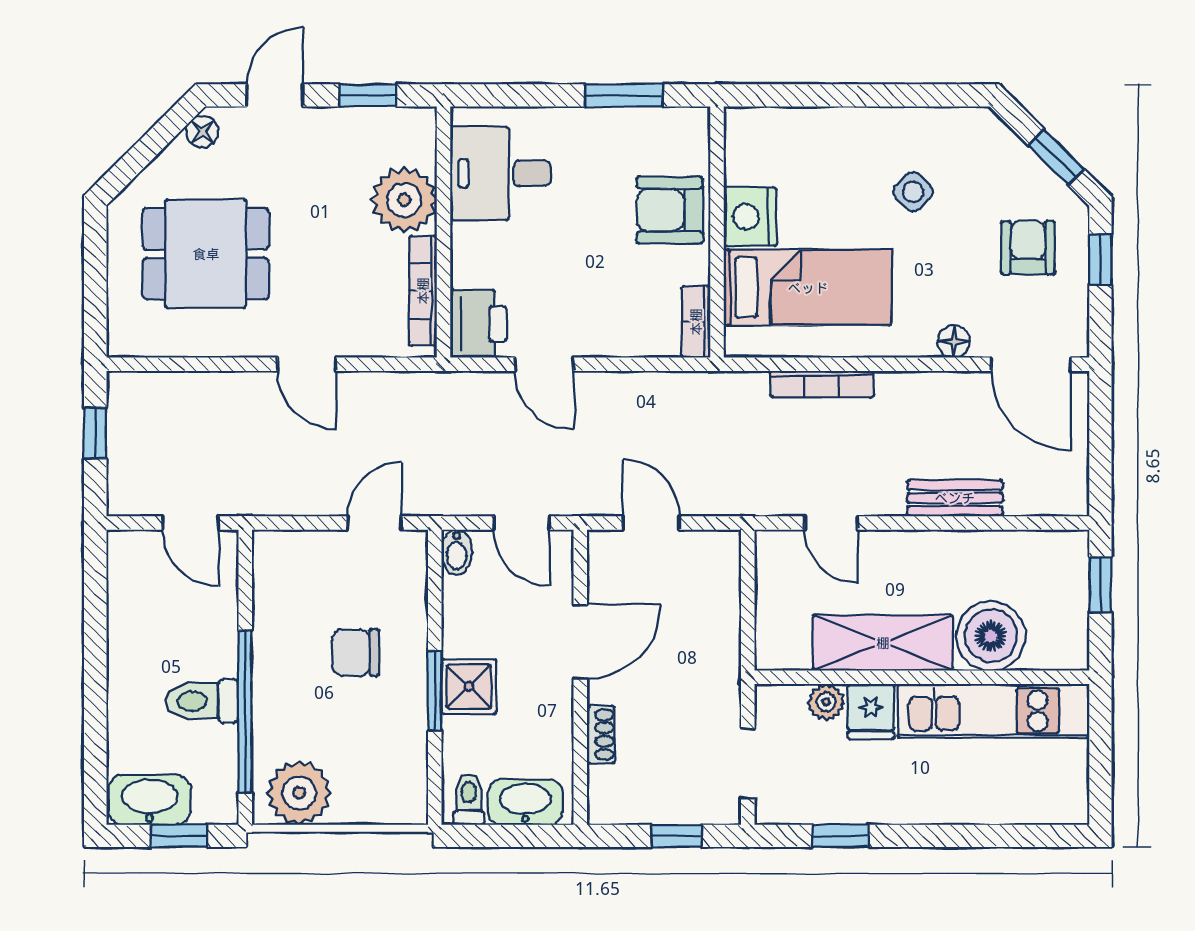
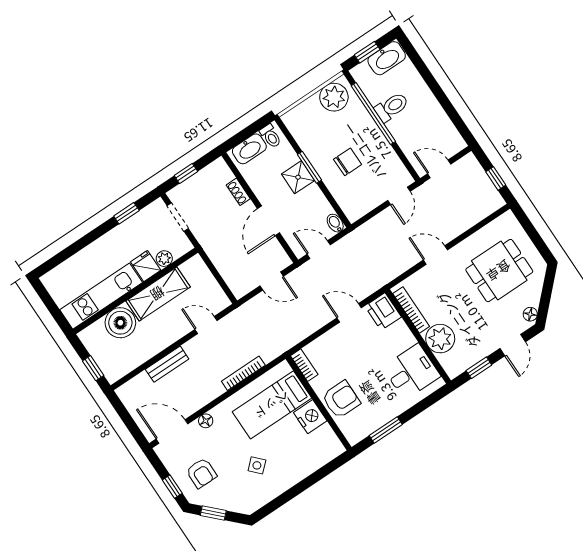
door: (374, 523) -> (399, 196), moved

